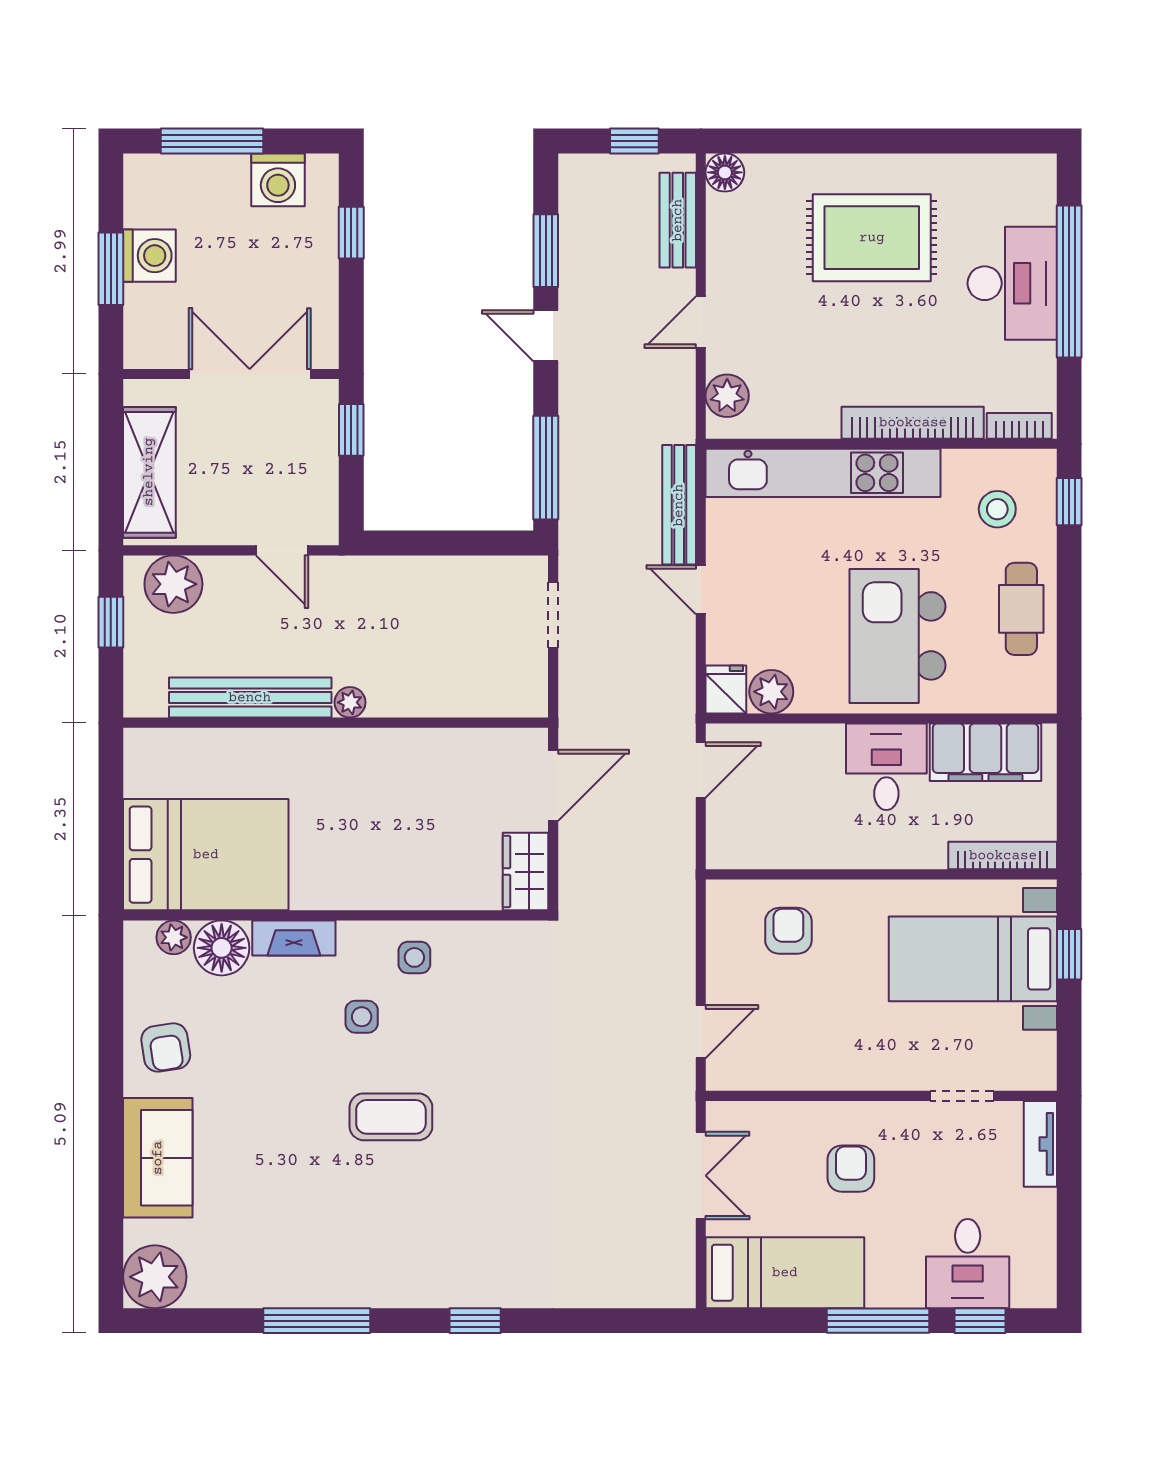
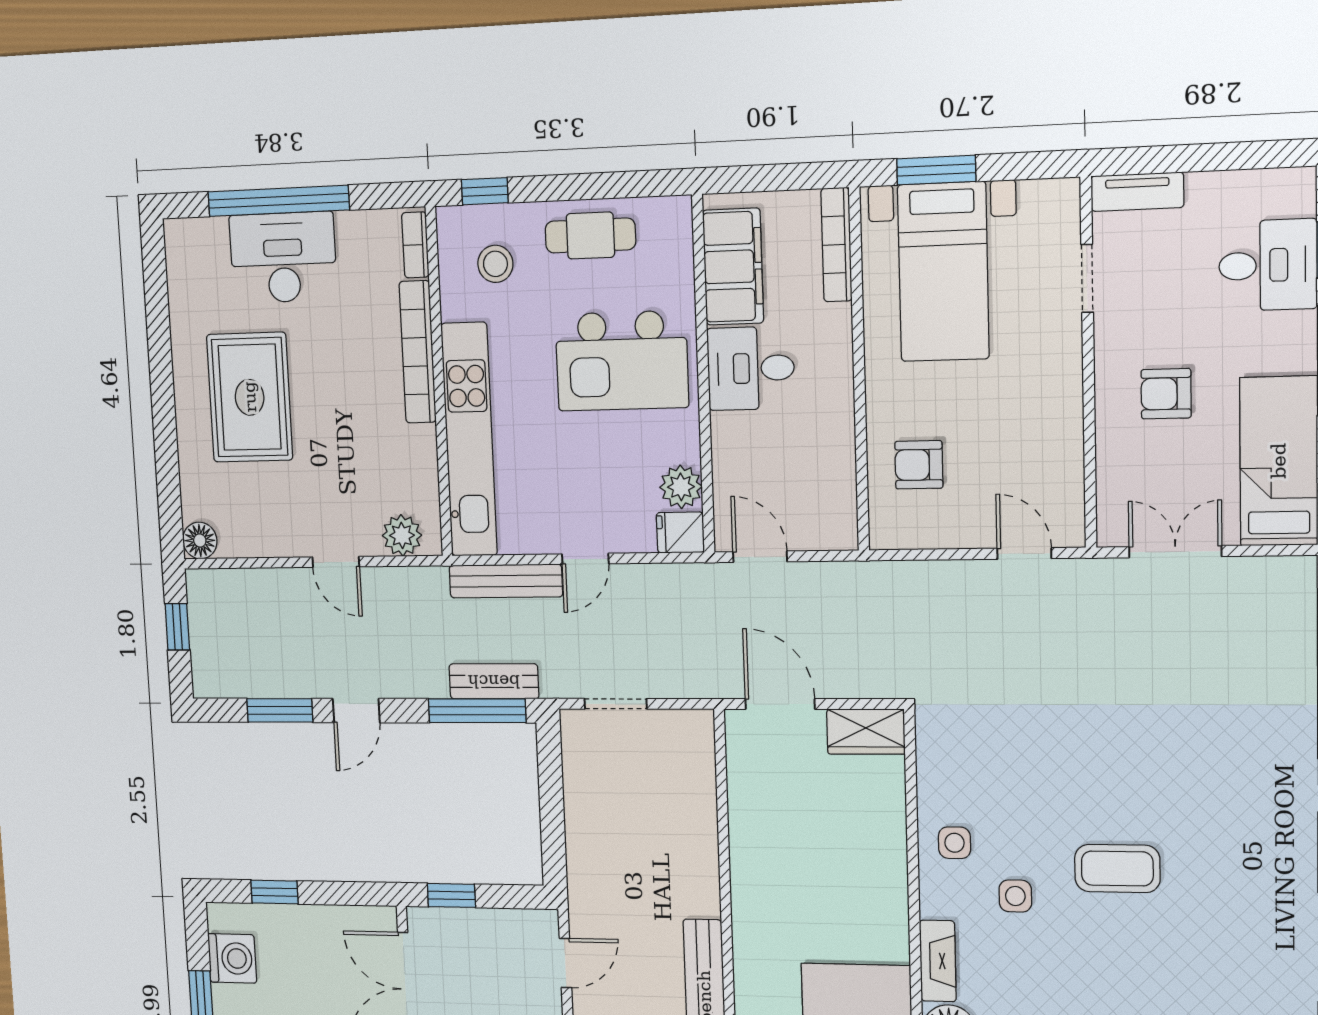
bench: (678, 220) -> (494, 681), moved
plant: (350, 702) -> (706, 902), removed
window: (1069, 954) -> (936, 170), width x1.50
coffee table: (391, 1117) -> (1117, 869), turned 90

